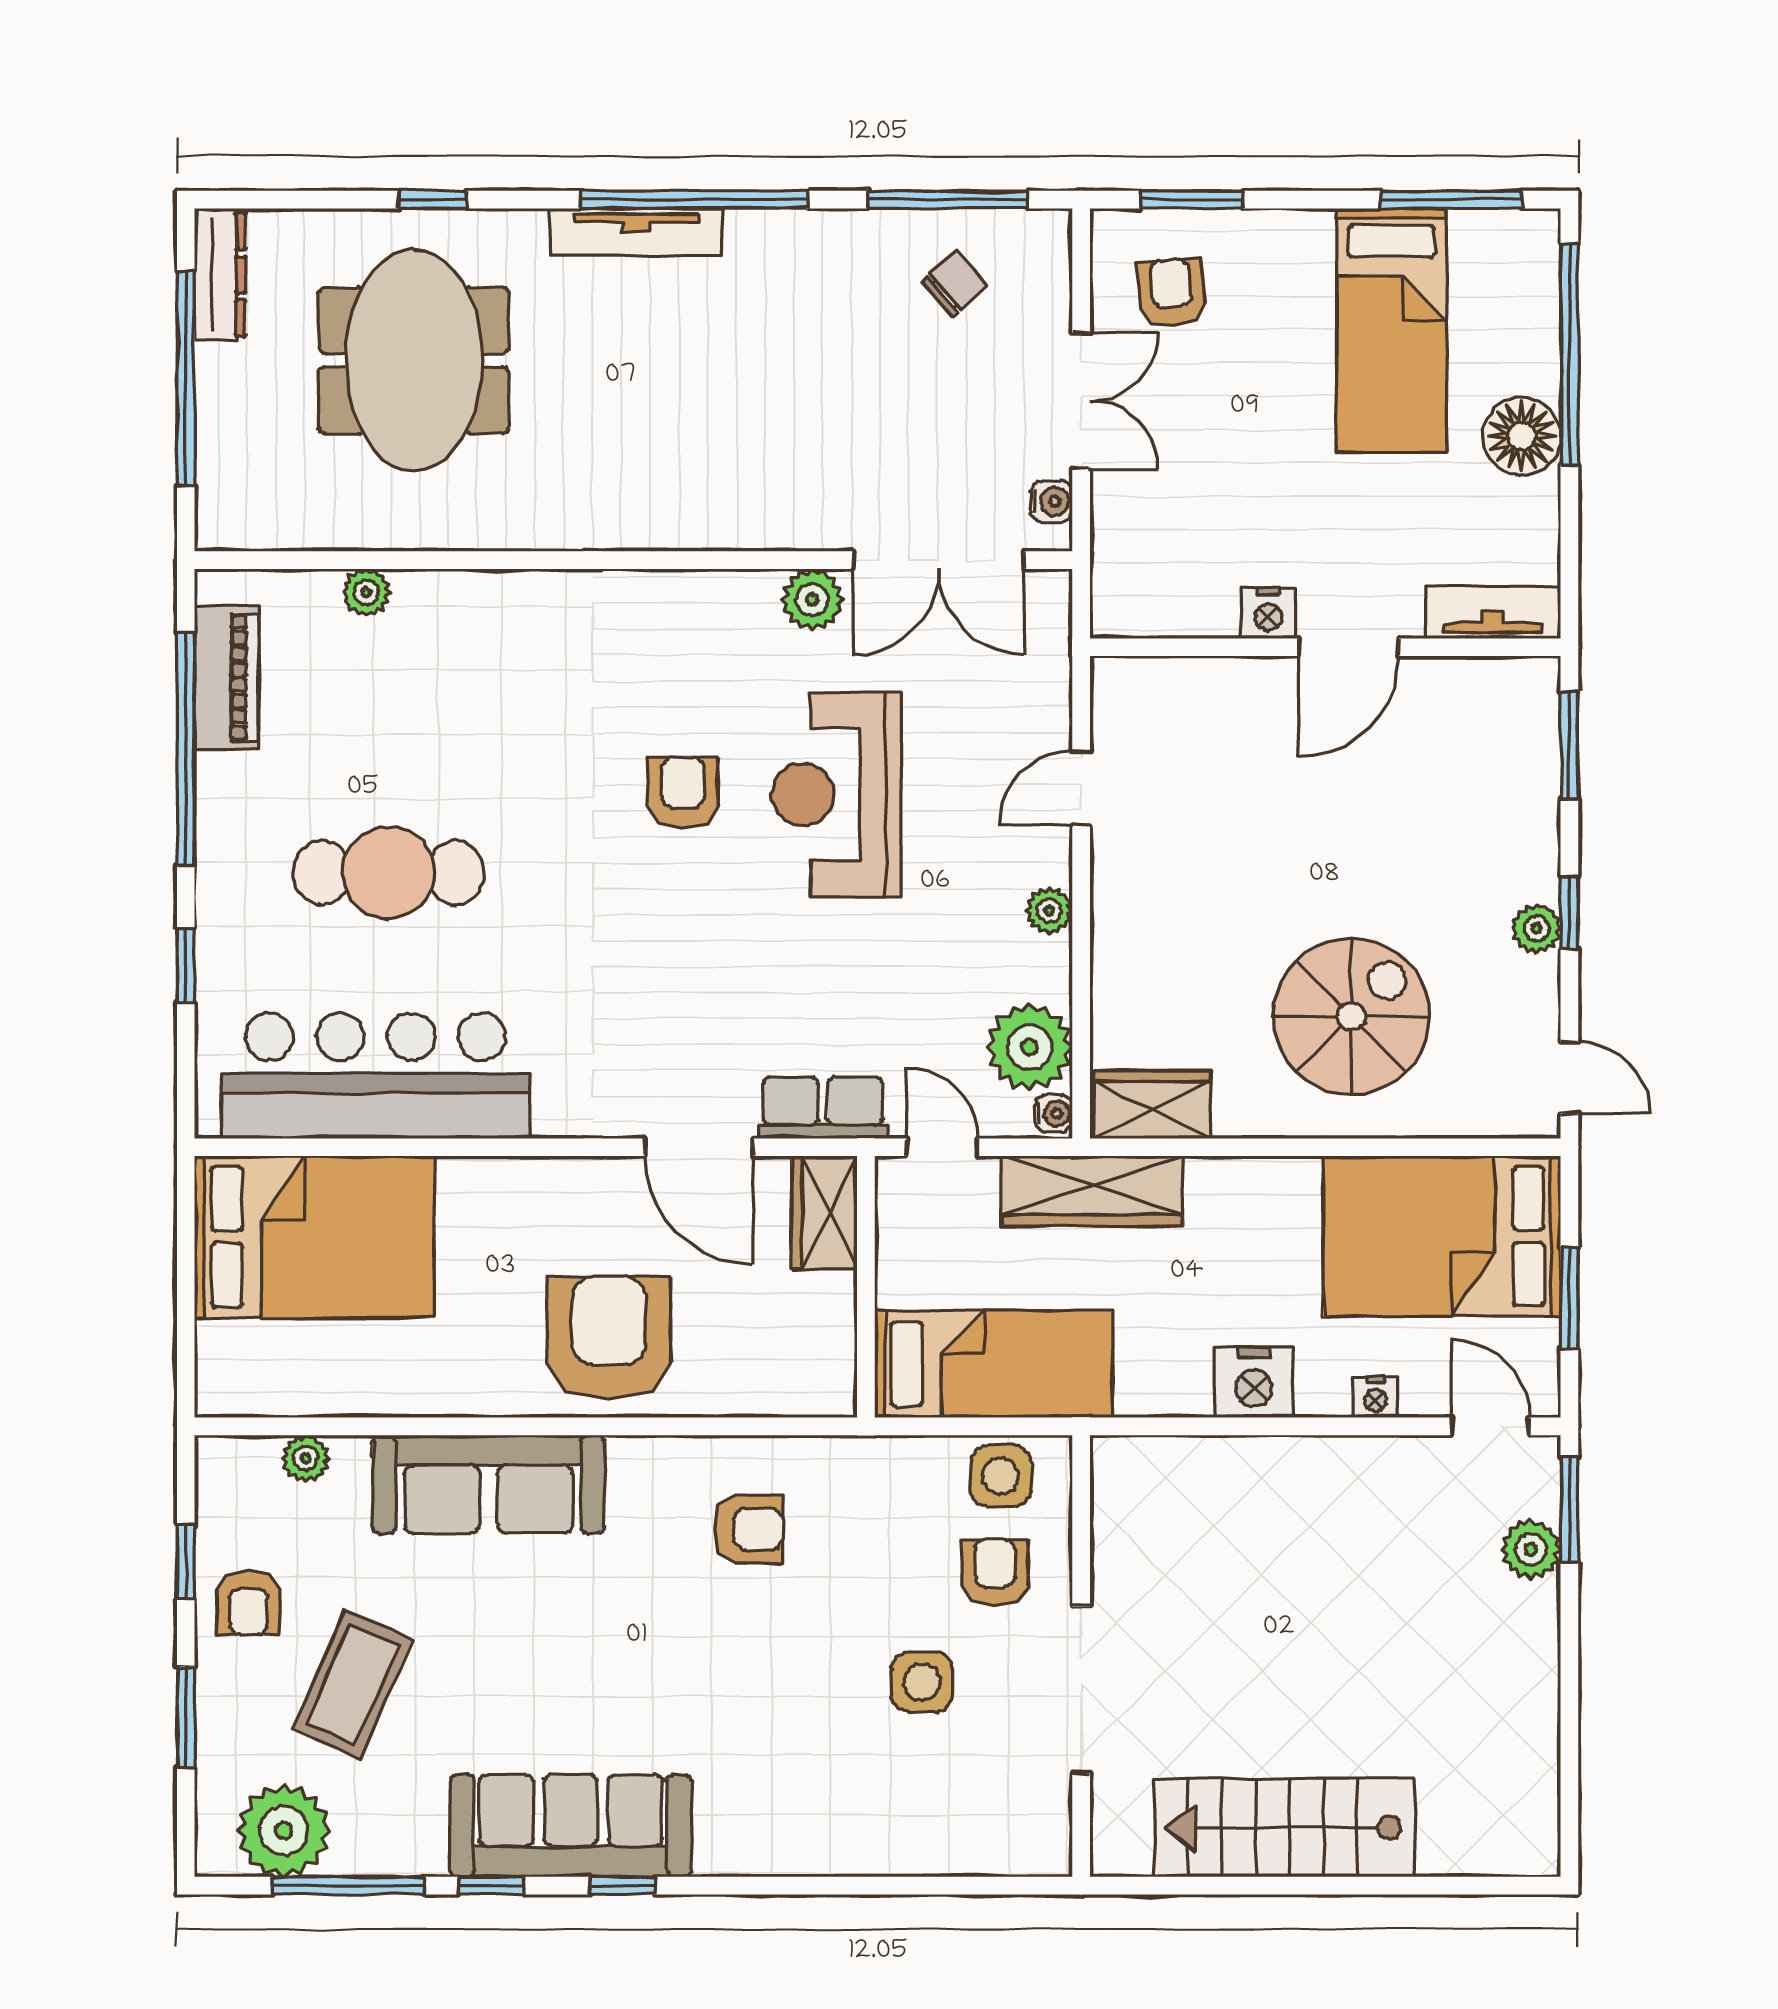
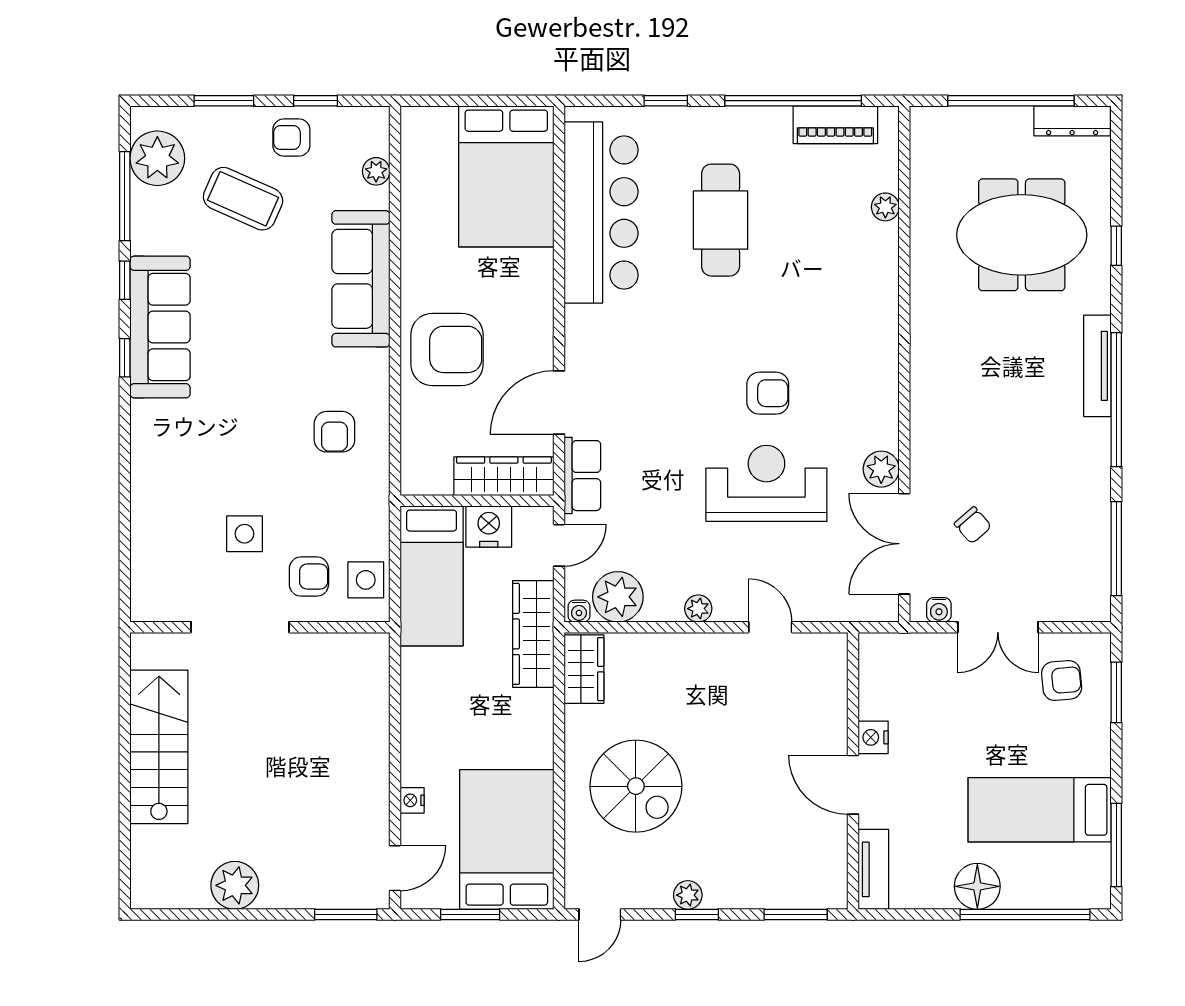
chair: (955, 284) -> (973, 525), moved
wardrobe: (824, 1213) -> (504, 476), width x1.50
nightstand: (1254, 1383) -> (489, 526), moved, turned 90
plant: (1531, 1549) -> (235, 885), moved, width x1.36, depth x1.36

